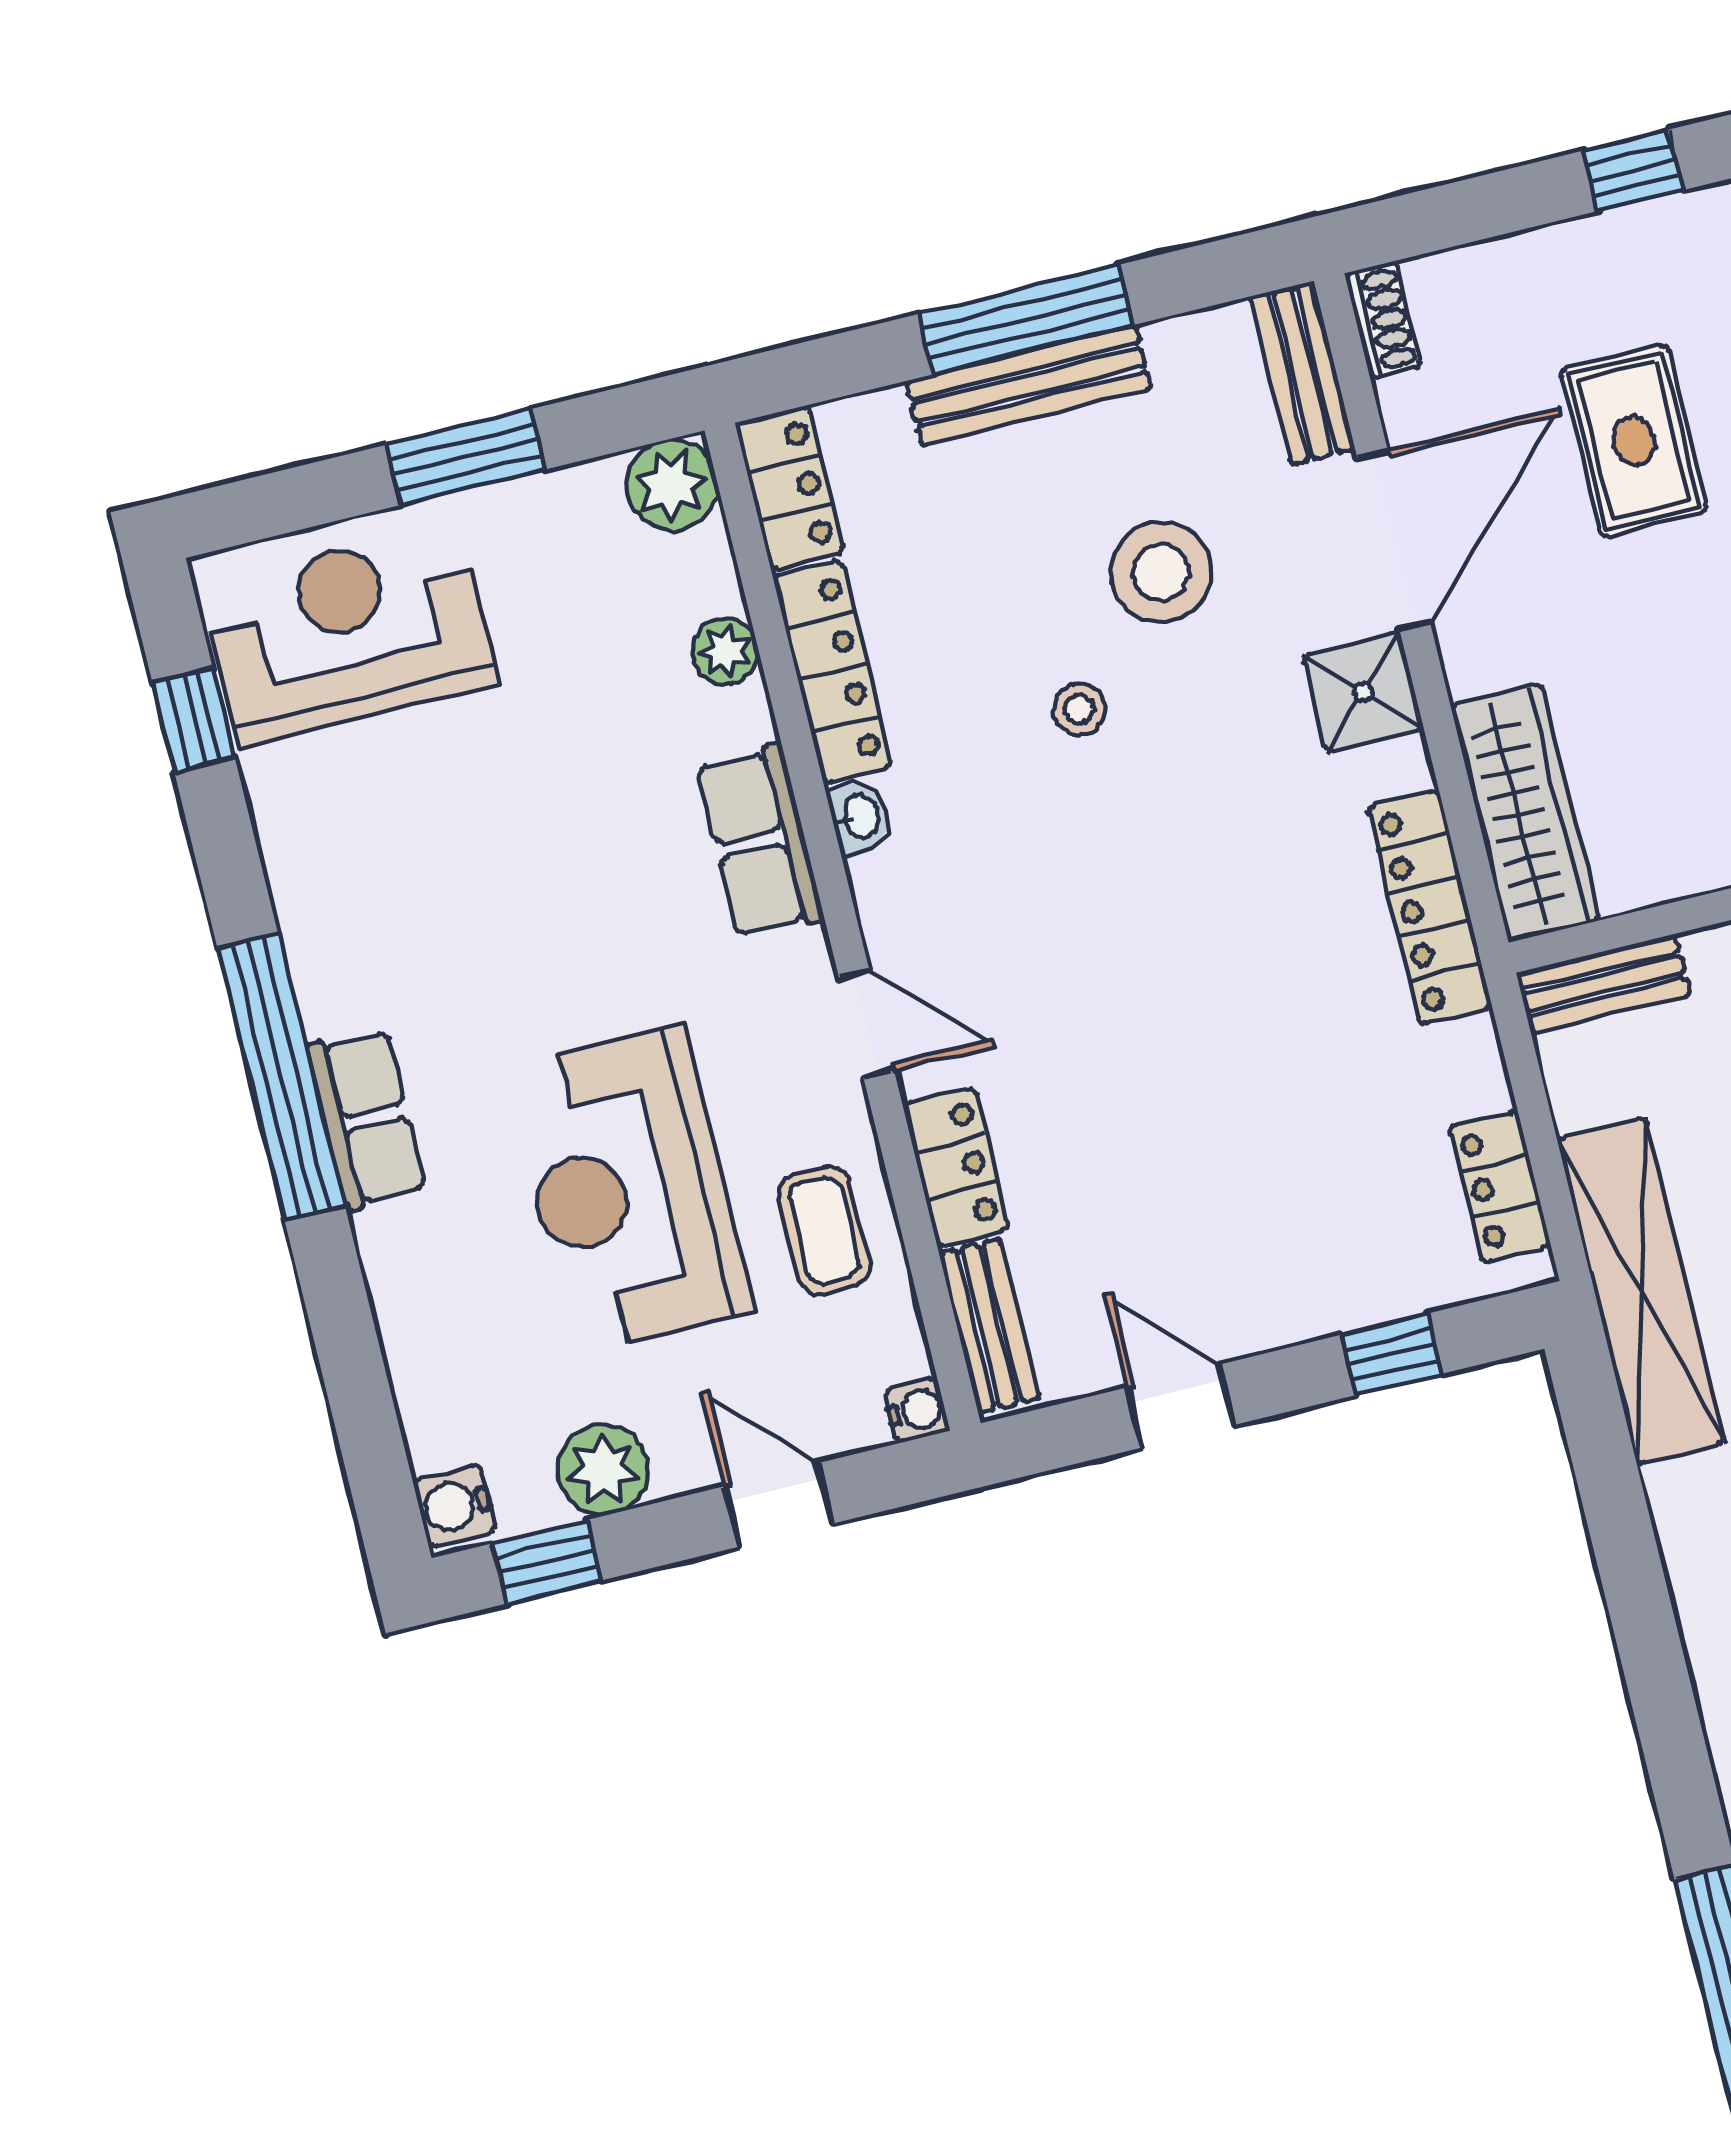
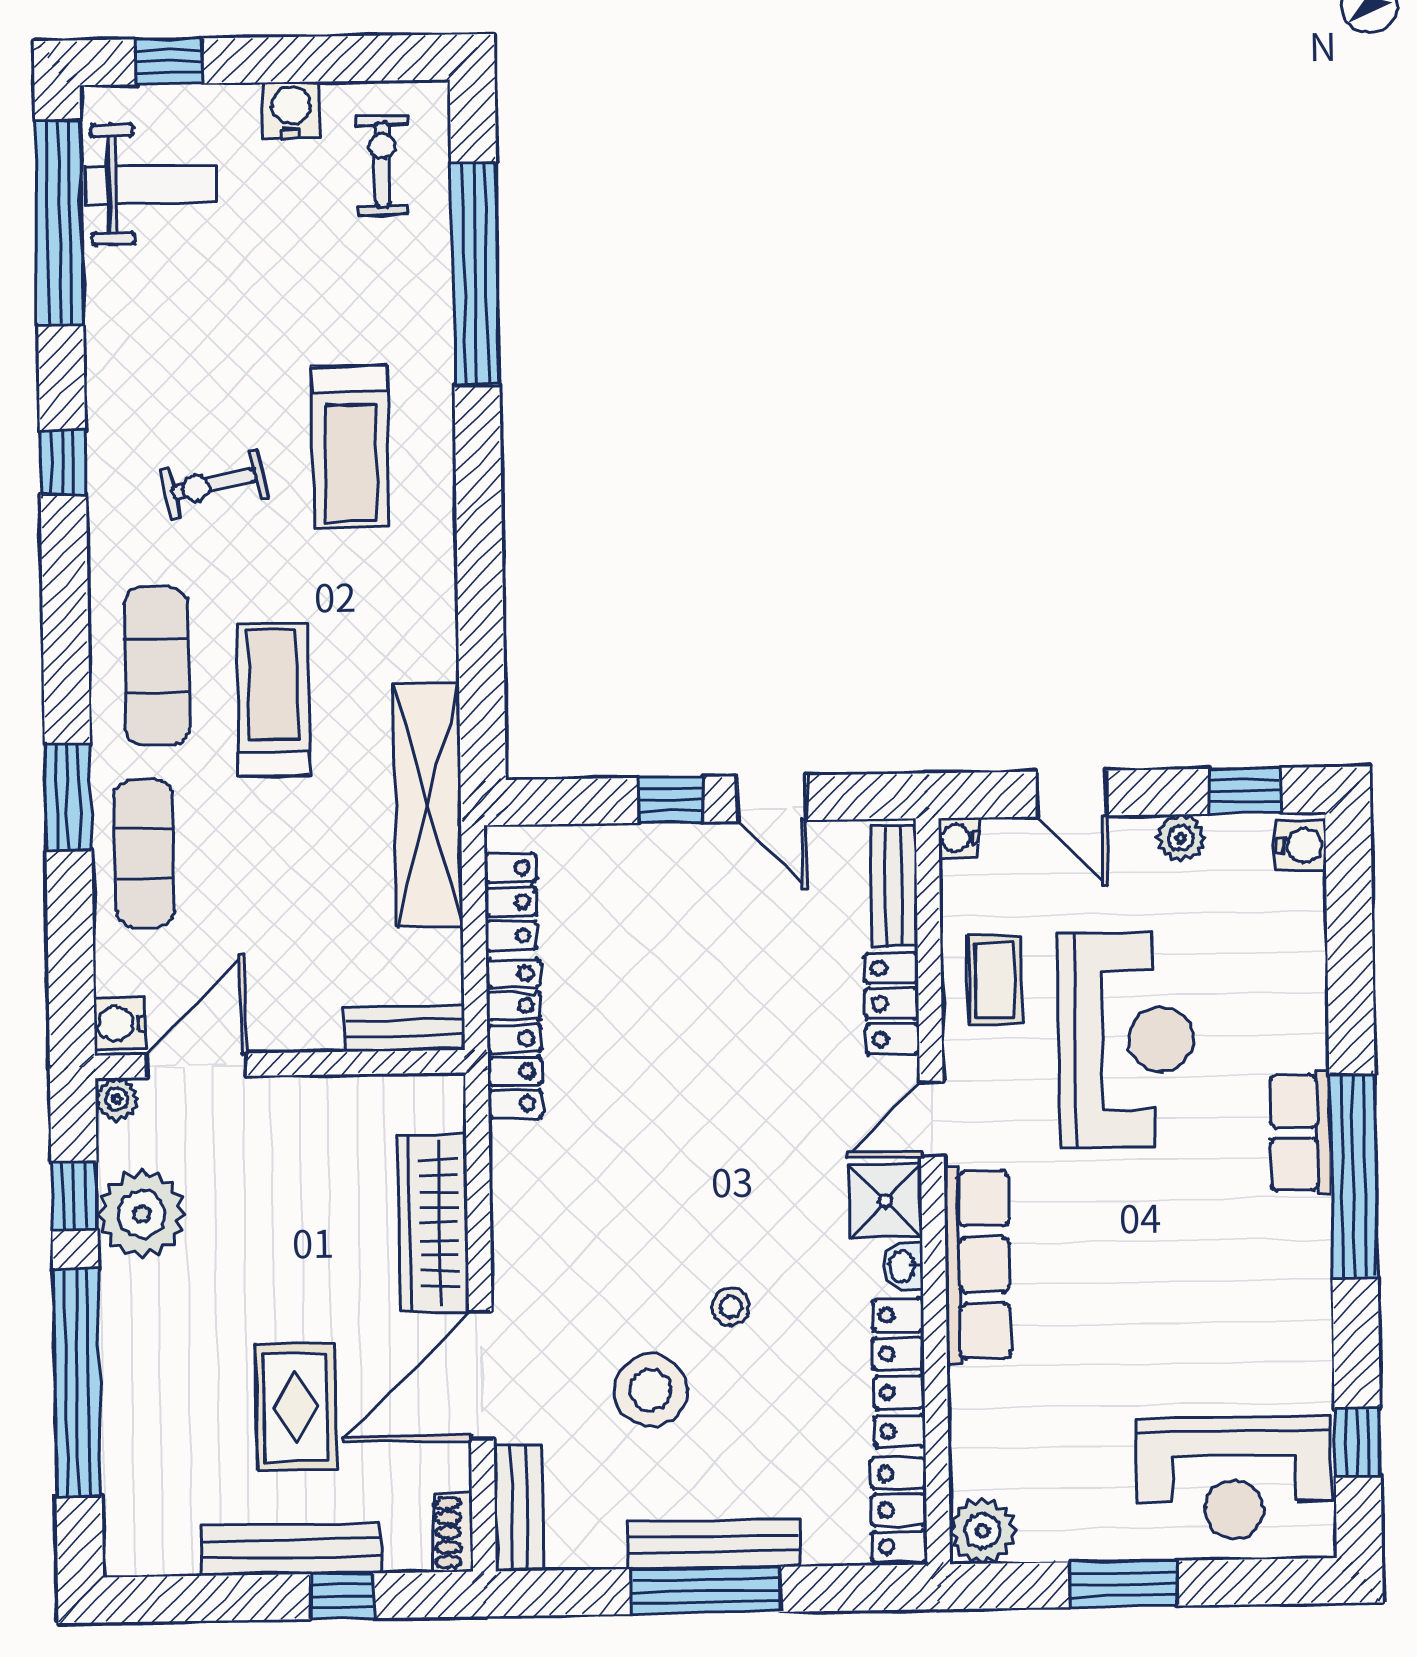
window: (1633, 170) -> (342, 1596), moved
bench: (1596, 247) -> (291, 1549), added
plant: (725, 651) -> (971, 1405), removed
shower: (1363, 692) -> (885, 1201), moved
wardrobe: (1525, 813) -> (433, 1223), moved
row of seats: (760, 842) -> (977, 1265), width x1.48
locker: (1430, 907) -> (514, 1039), moved
door: (866, 1024) -> (932, 1119), hinge flipped
window: (1392, 1354) -> (671, 800), moved
plant: (603, 1470) -> (1181, 838), width x0.73, depth x0.73

